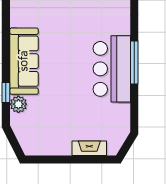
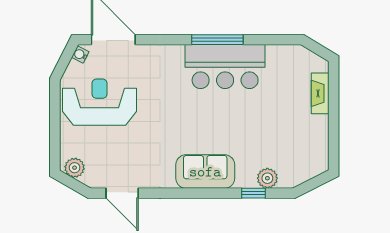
sofa: (24, 61) -> (205, 172), width x0.73

